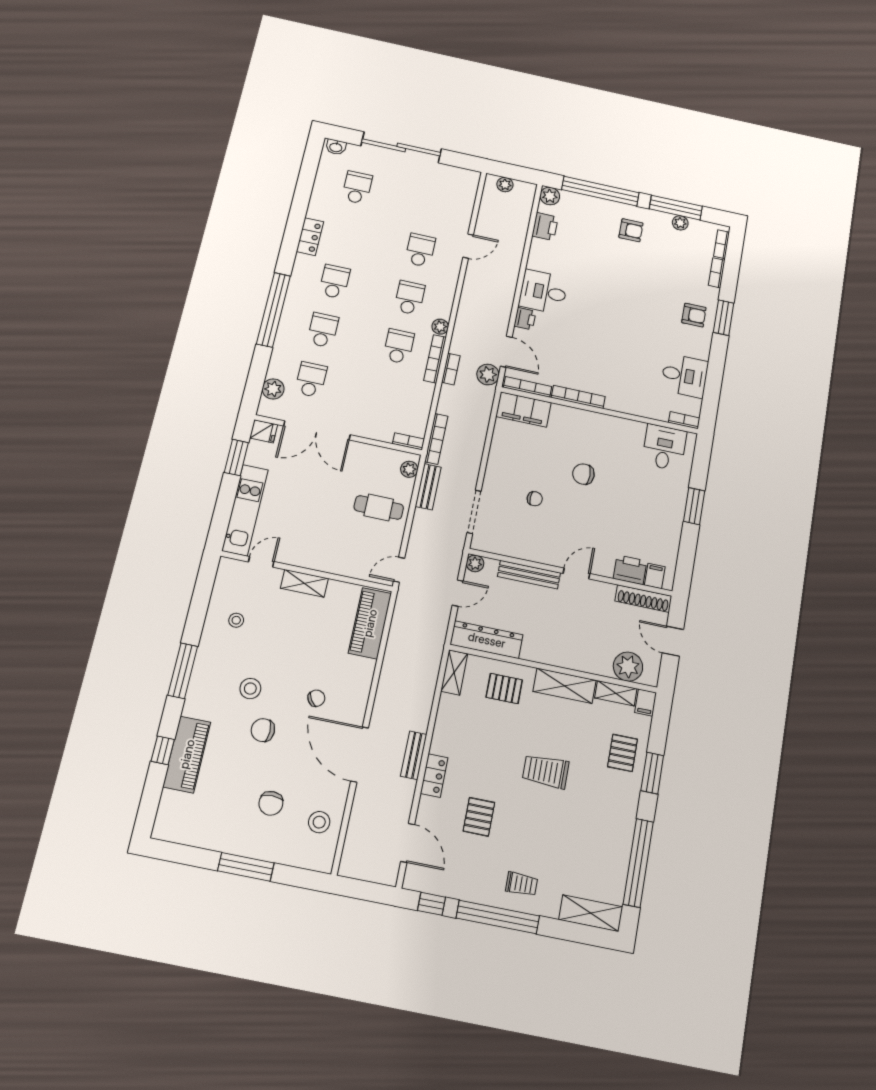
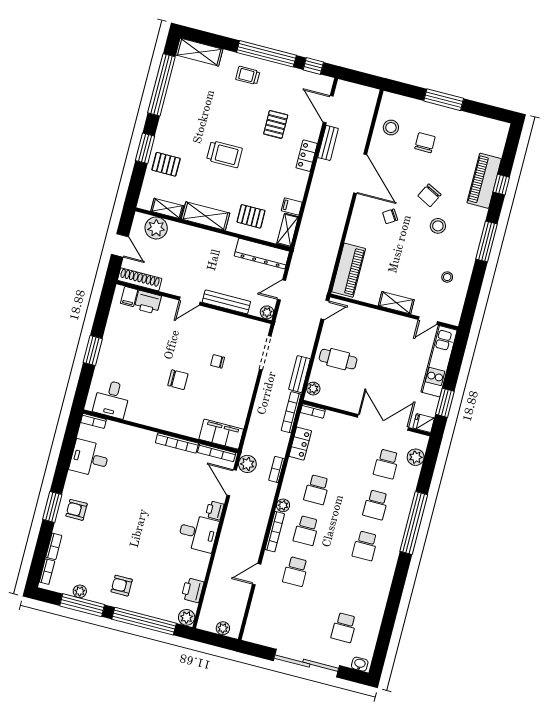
locker: (310, 237) -> (300, 444), moved, turned 180
bookcase: (435, 359) -> (275, 532), moved
filing cabinet: (645, 703) -> (292, 206), moved, turned -90
chair: (263, 730) -> (430, 195), turned 117
pallet: (623, 753) -> (166, 164), turned 90
bench: (414, 755) -> (328, 143), moved

